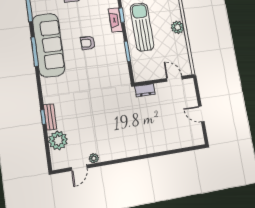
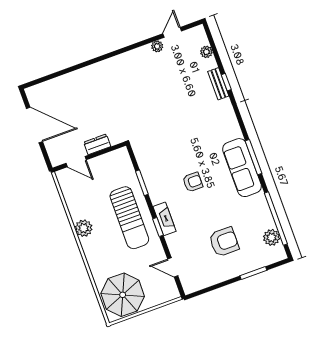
sofa: (49, 45) -> (242, 168), width x0.74, depth x0.79
dresser: (145, 90) -> (97, 144), moved
door: (201, 114) -> (34, 125), width x1.87
plant: (58, 140) -> (206, 52), width x0.53, depth x0.53

